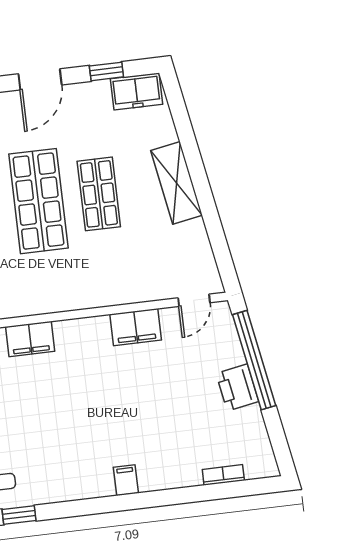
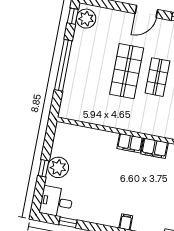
filing cabinet: (30, 339) -> (130, 143), moved

